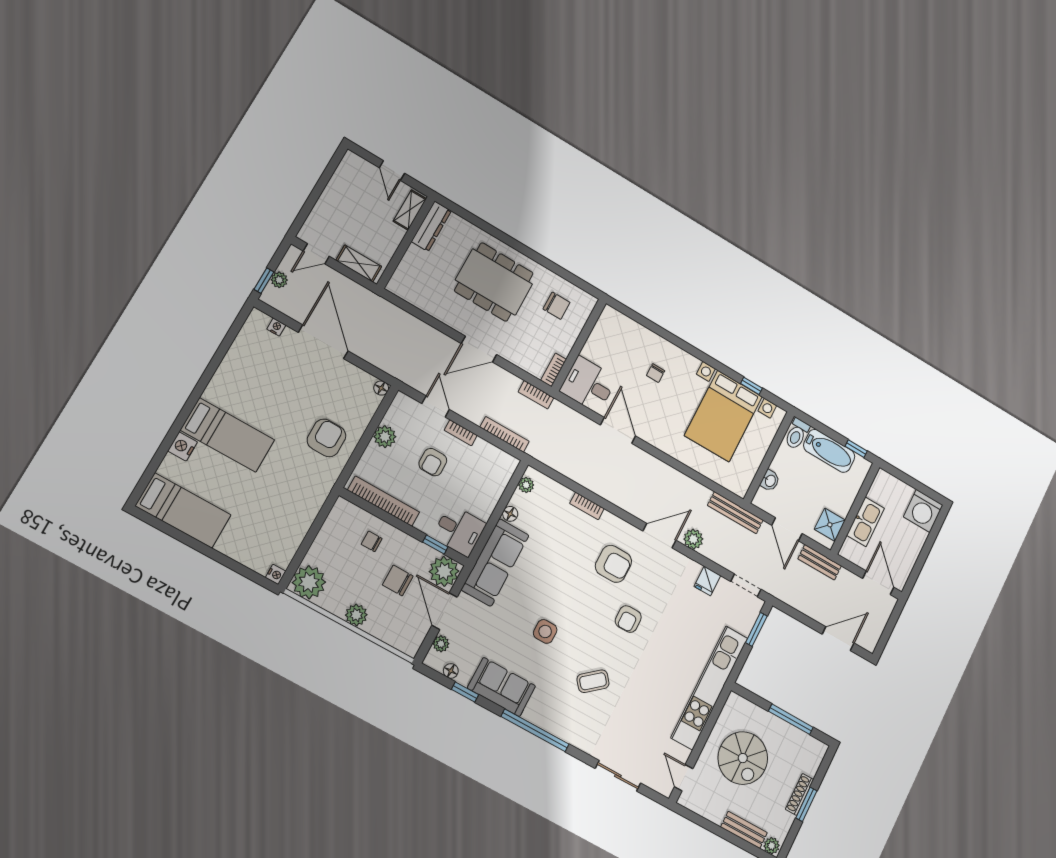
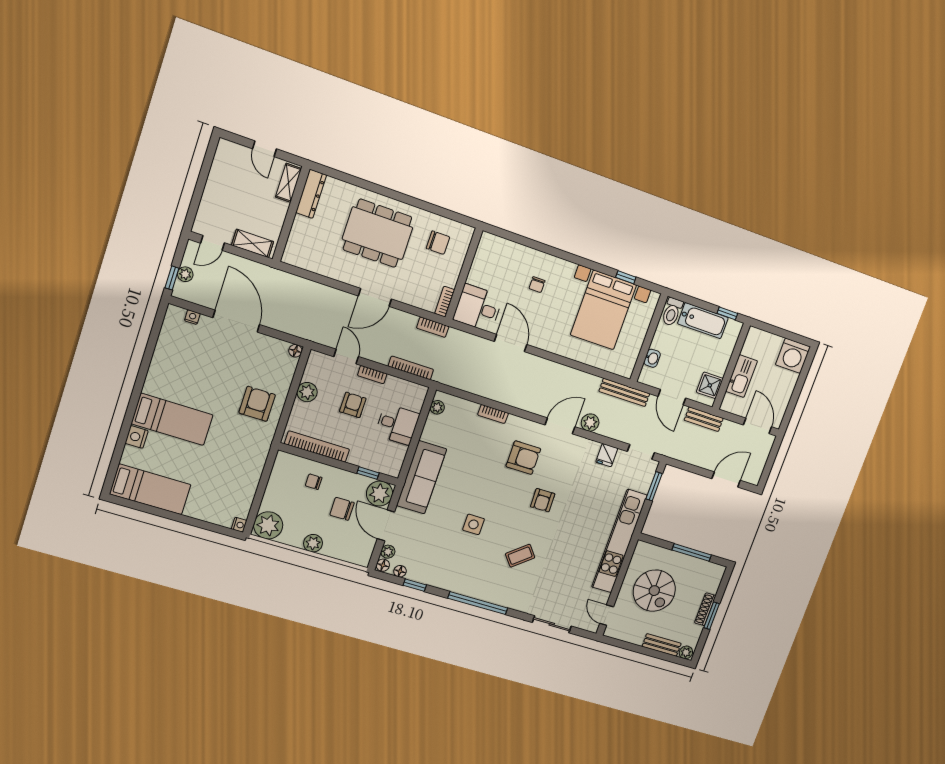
armchair: (433, 462) -> (353, 405), turned 180
floor lamp: (510, 514) -> (383, 565), moved
desk: (459, 530) -> (397, 424), moved
sofa: (502, 687) -> (444, 575), removed

